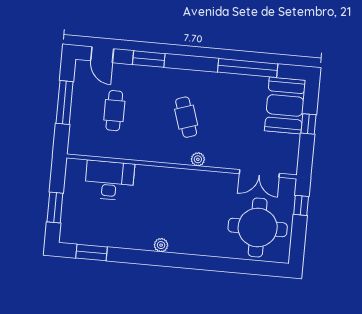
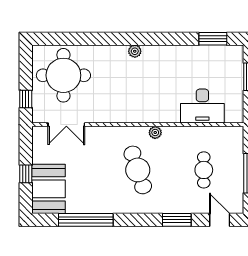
cafe table: (186, 117) -> (138, 170), width x1.37, depth x1.35
plant: (198, 159) -> (155, 133), moved
double door: (259, 173) -> (66, 125), swing flipped
plant: (161, 245) -> (135, 51), moved

